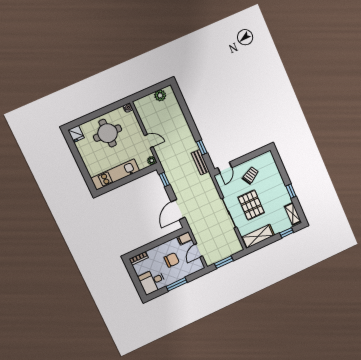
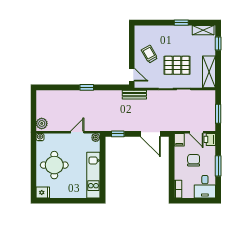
plant: (160, 95) -> (42, 123), moved
window: (202, 147) -> (87, 87), moved
bench: (200, 162) -> (134, 95), moved
printer: (197, 266) -> (210, 139), added

